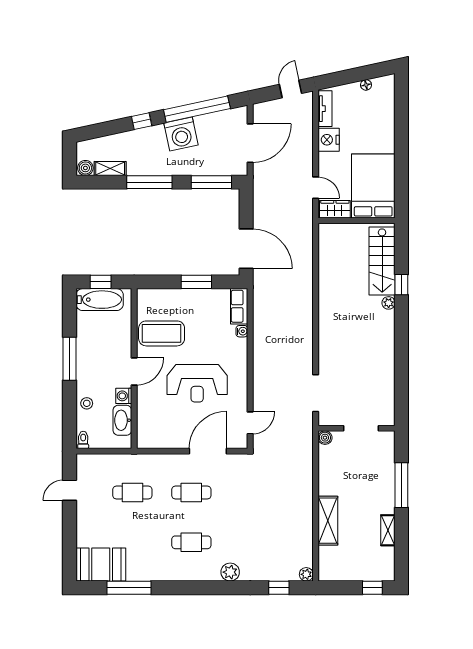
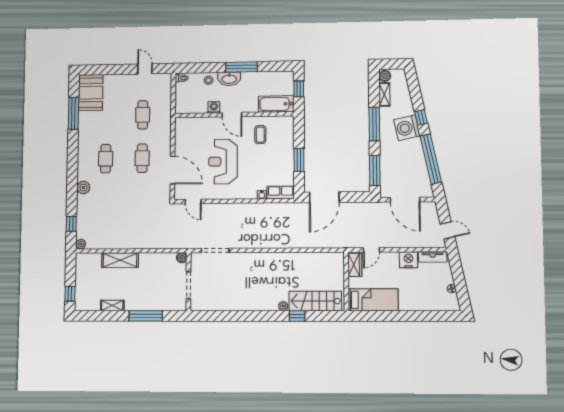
washing machine: (181, 134) -> (407, 128), moved
bed: (373, 186) -> (373, 300), width x0.67
bathtub: (100, 300) -> (276, 104), moved, turned 90
coffee table: (162, 333) -> (260, 135), width x0.54, depth x0.58
washbasin: (122, 420) -> (229, 79), moved, turned 180

